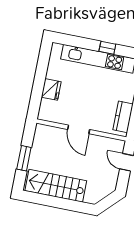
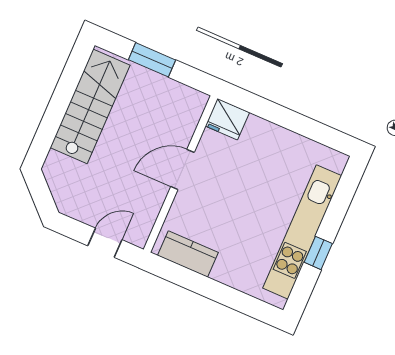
fridge: (51, 89) -> (227, 119), moved

